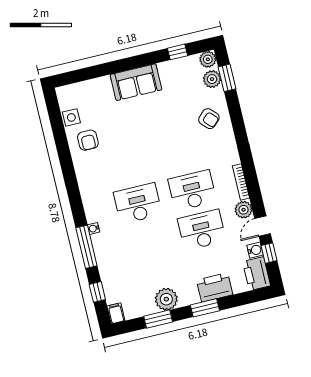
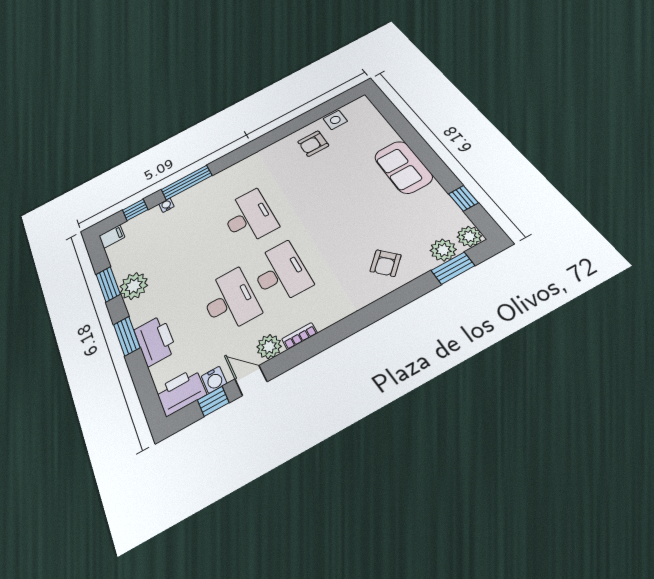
bookcase: (241, 182) -> (300, 336), width x0.64
water cooler: (94, 228) -> (166, 205), moved

